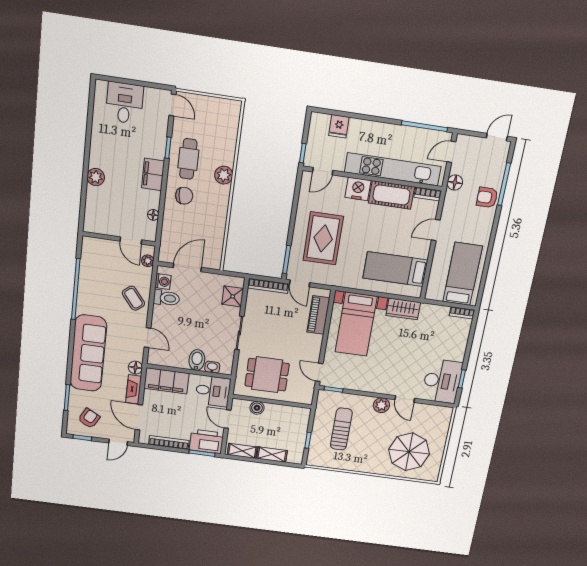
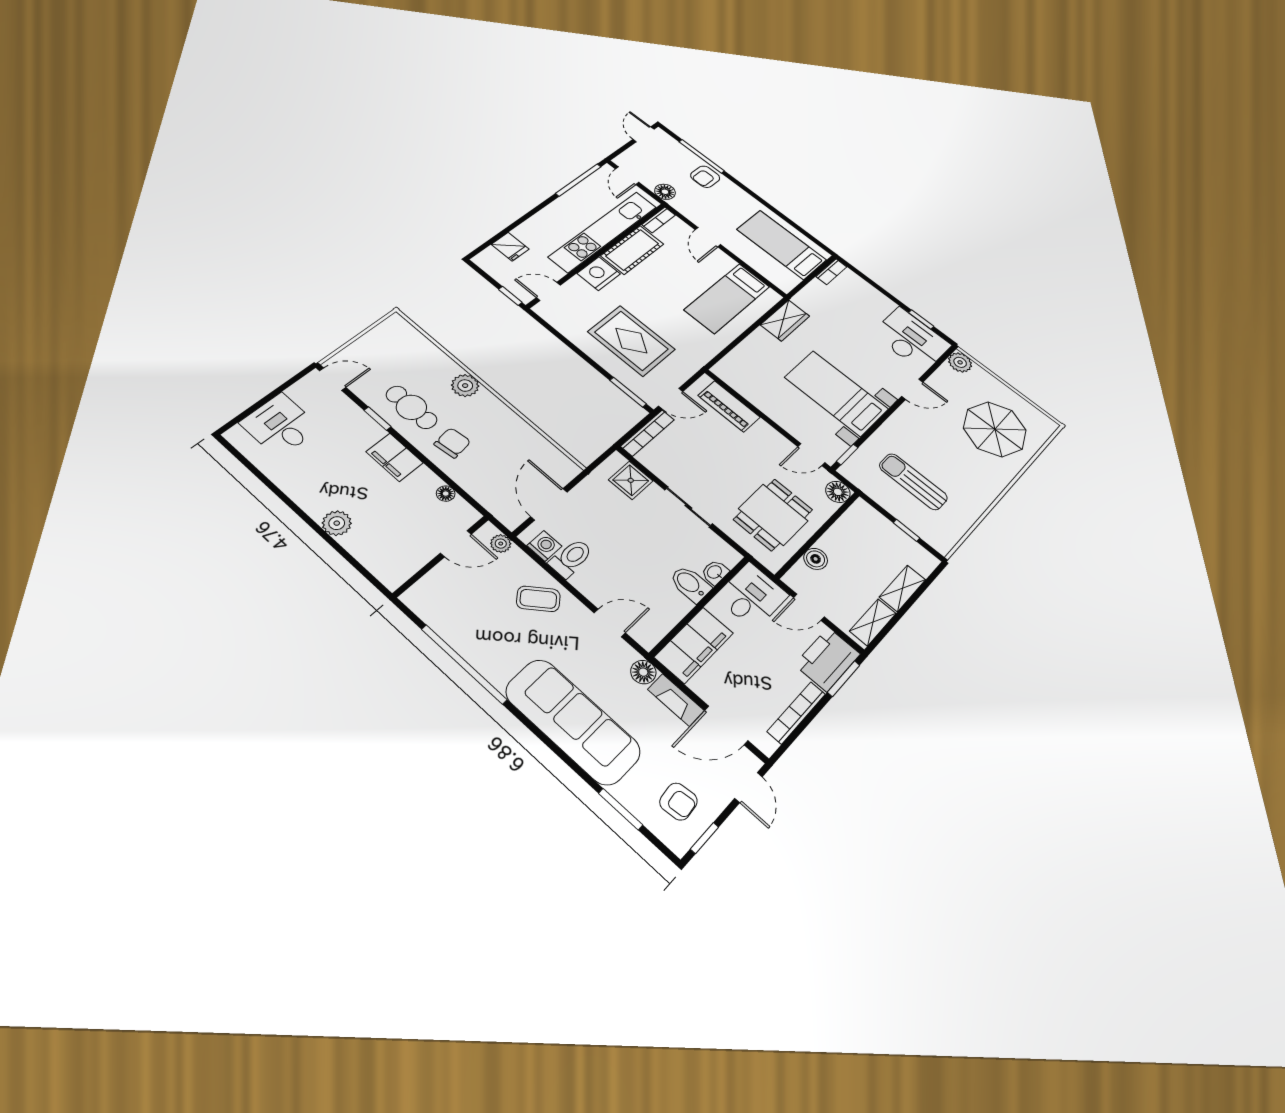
door: (323, 171) -> (548, 291), swing flipped
bed with nightstands: (356, 324) -> (836, 393), moved, turned 180
floor lamp: (306, 397) -> (838, 492), added
plant: (381, 405) -> (960, 362), moved
armchair: (89, 418) -> (678, 802), turned 146

